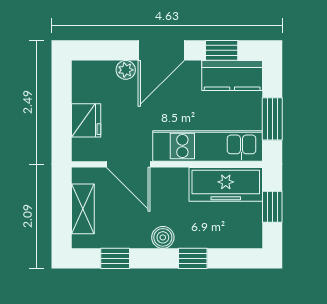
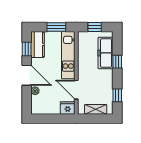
fridge: (86, 120) -> (68, 108), moved
door: (128, 164) -> (76, 90), swing flipped
freezer: (226, 184) -> (105, 53), moved, turned 180
boiler: (163, 237) -> (108, 75), removed

